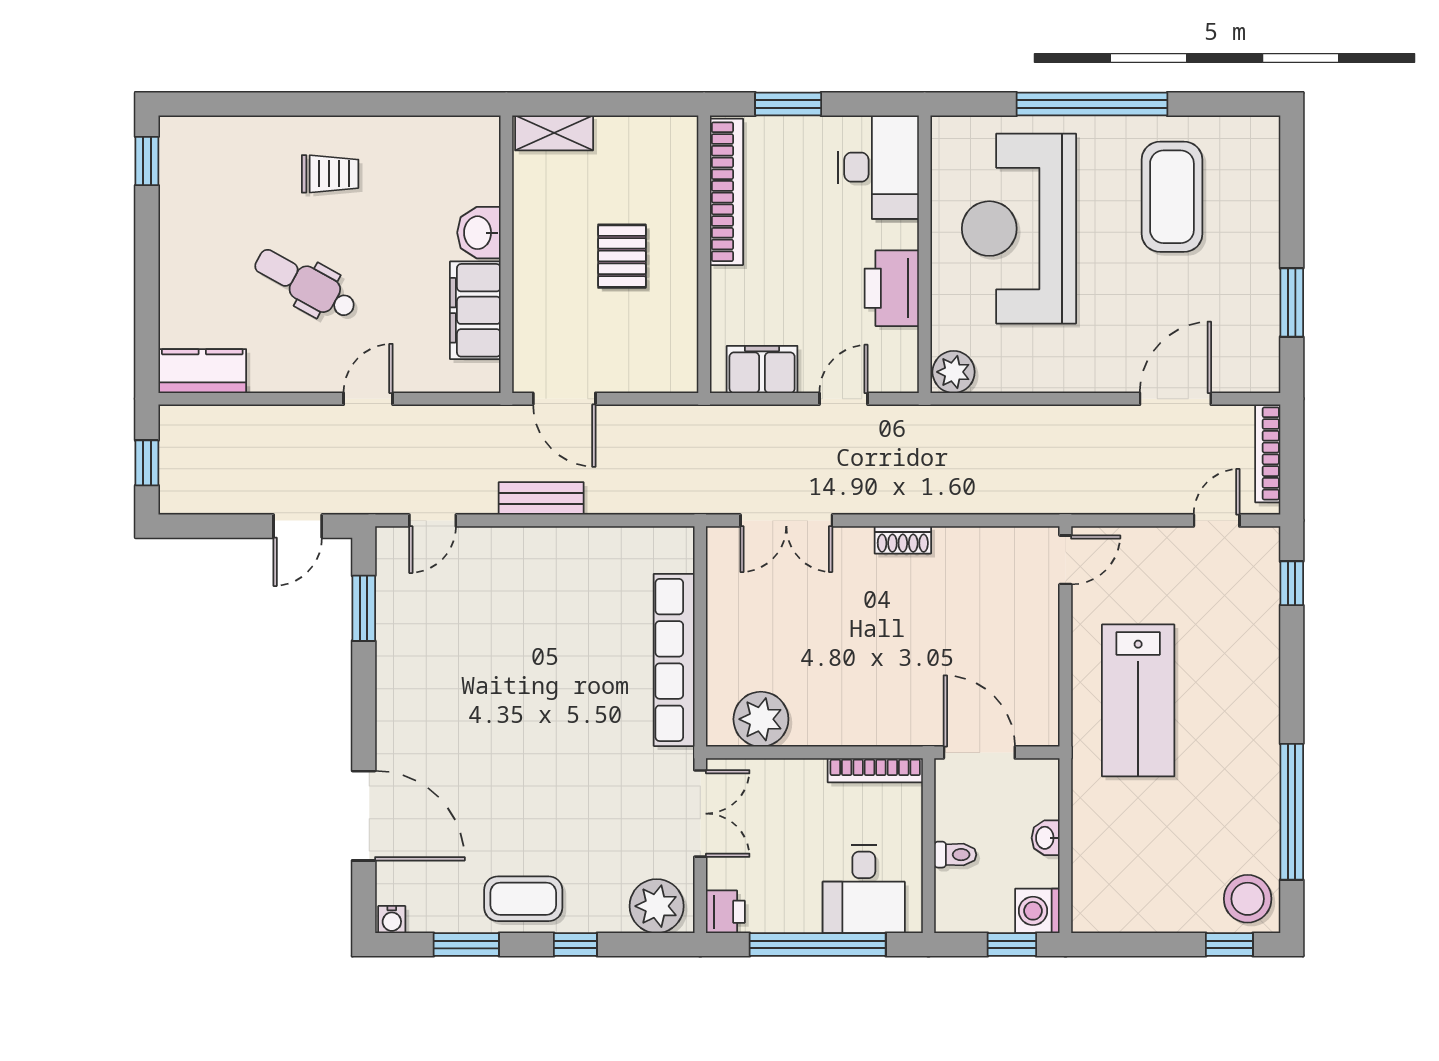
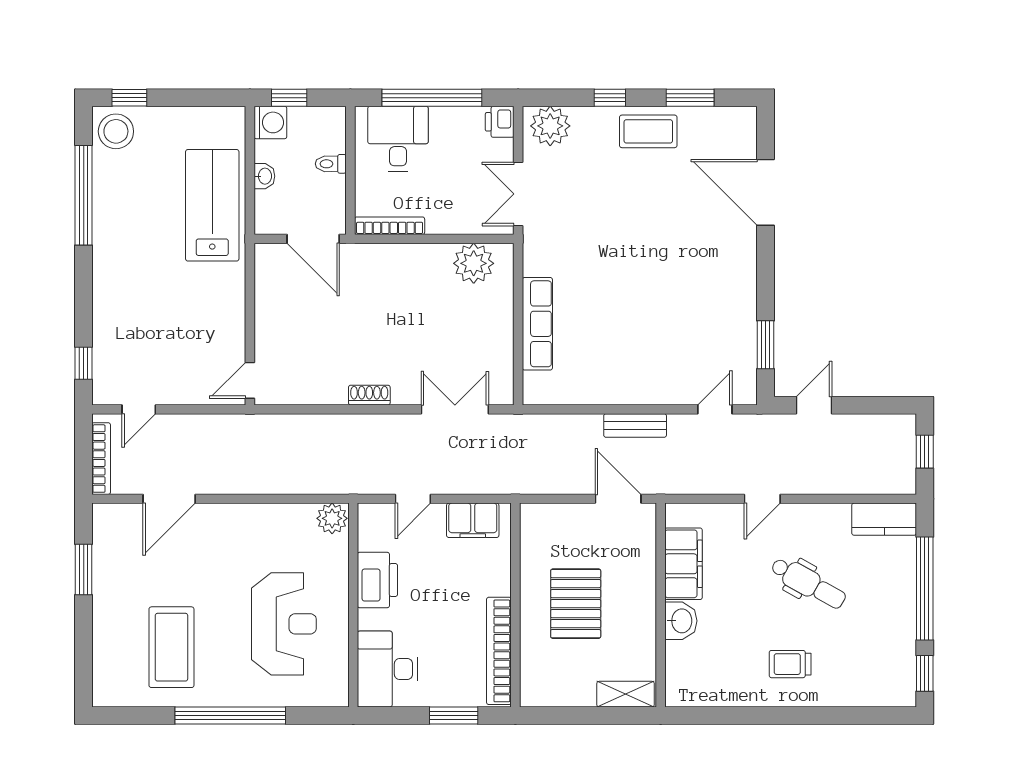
reception desk: (1019, 229) -> (284, 624), width x0.74, depth x0.77
pallet: (622, 256) -> (576, 604), width x1.50, depth x1.42
window: (147, 277) -> (925, 589), added
row of seats: (674, 660) -> (537, 324), width x0.73
lab bench: (1138, 700) -> (212, 205), moved
water cooler: (392, 920) -> (745, 116), removed

